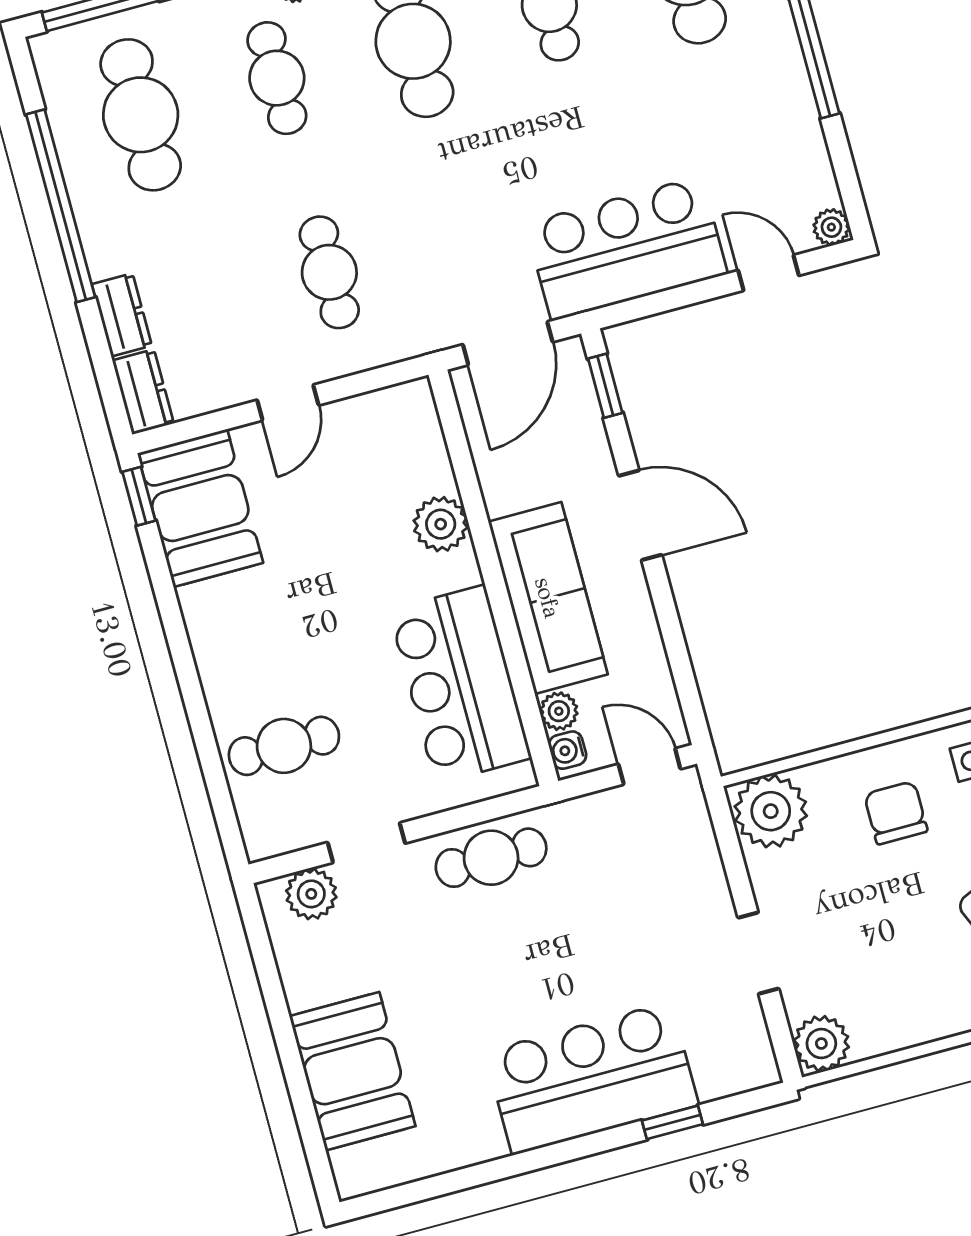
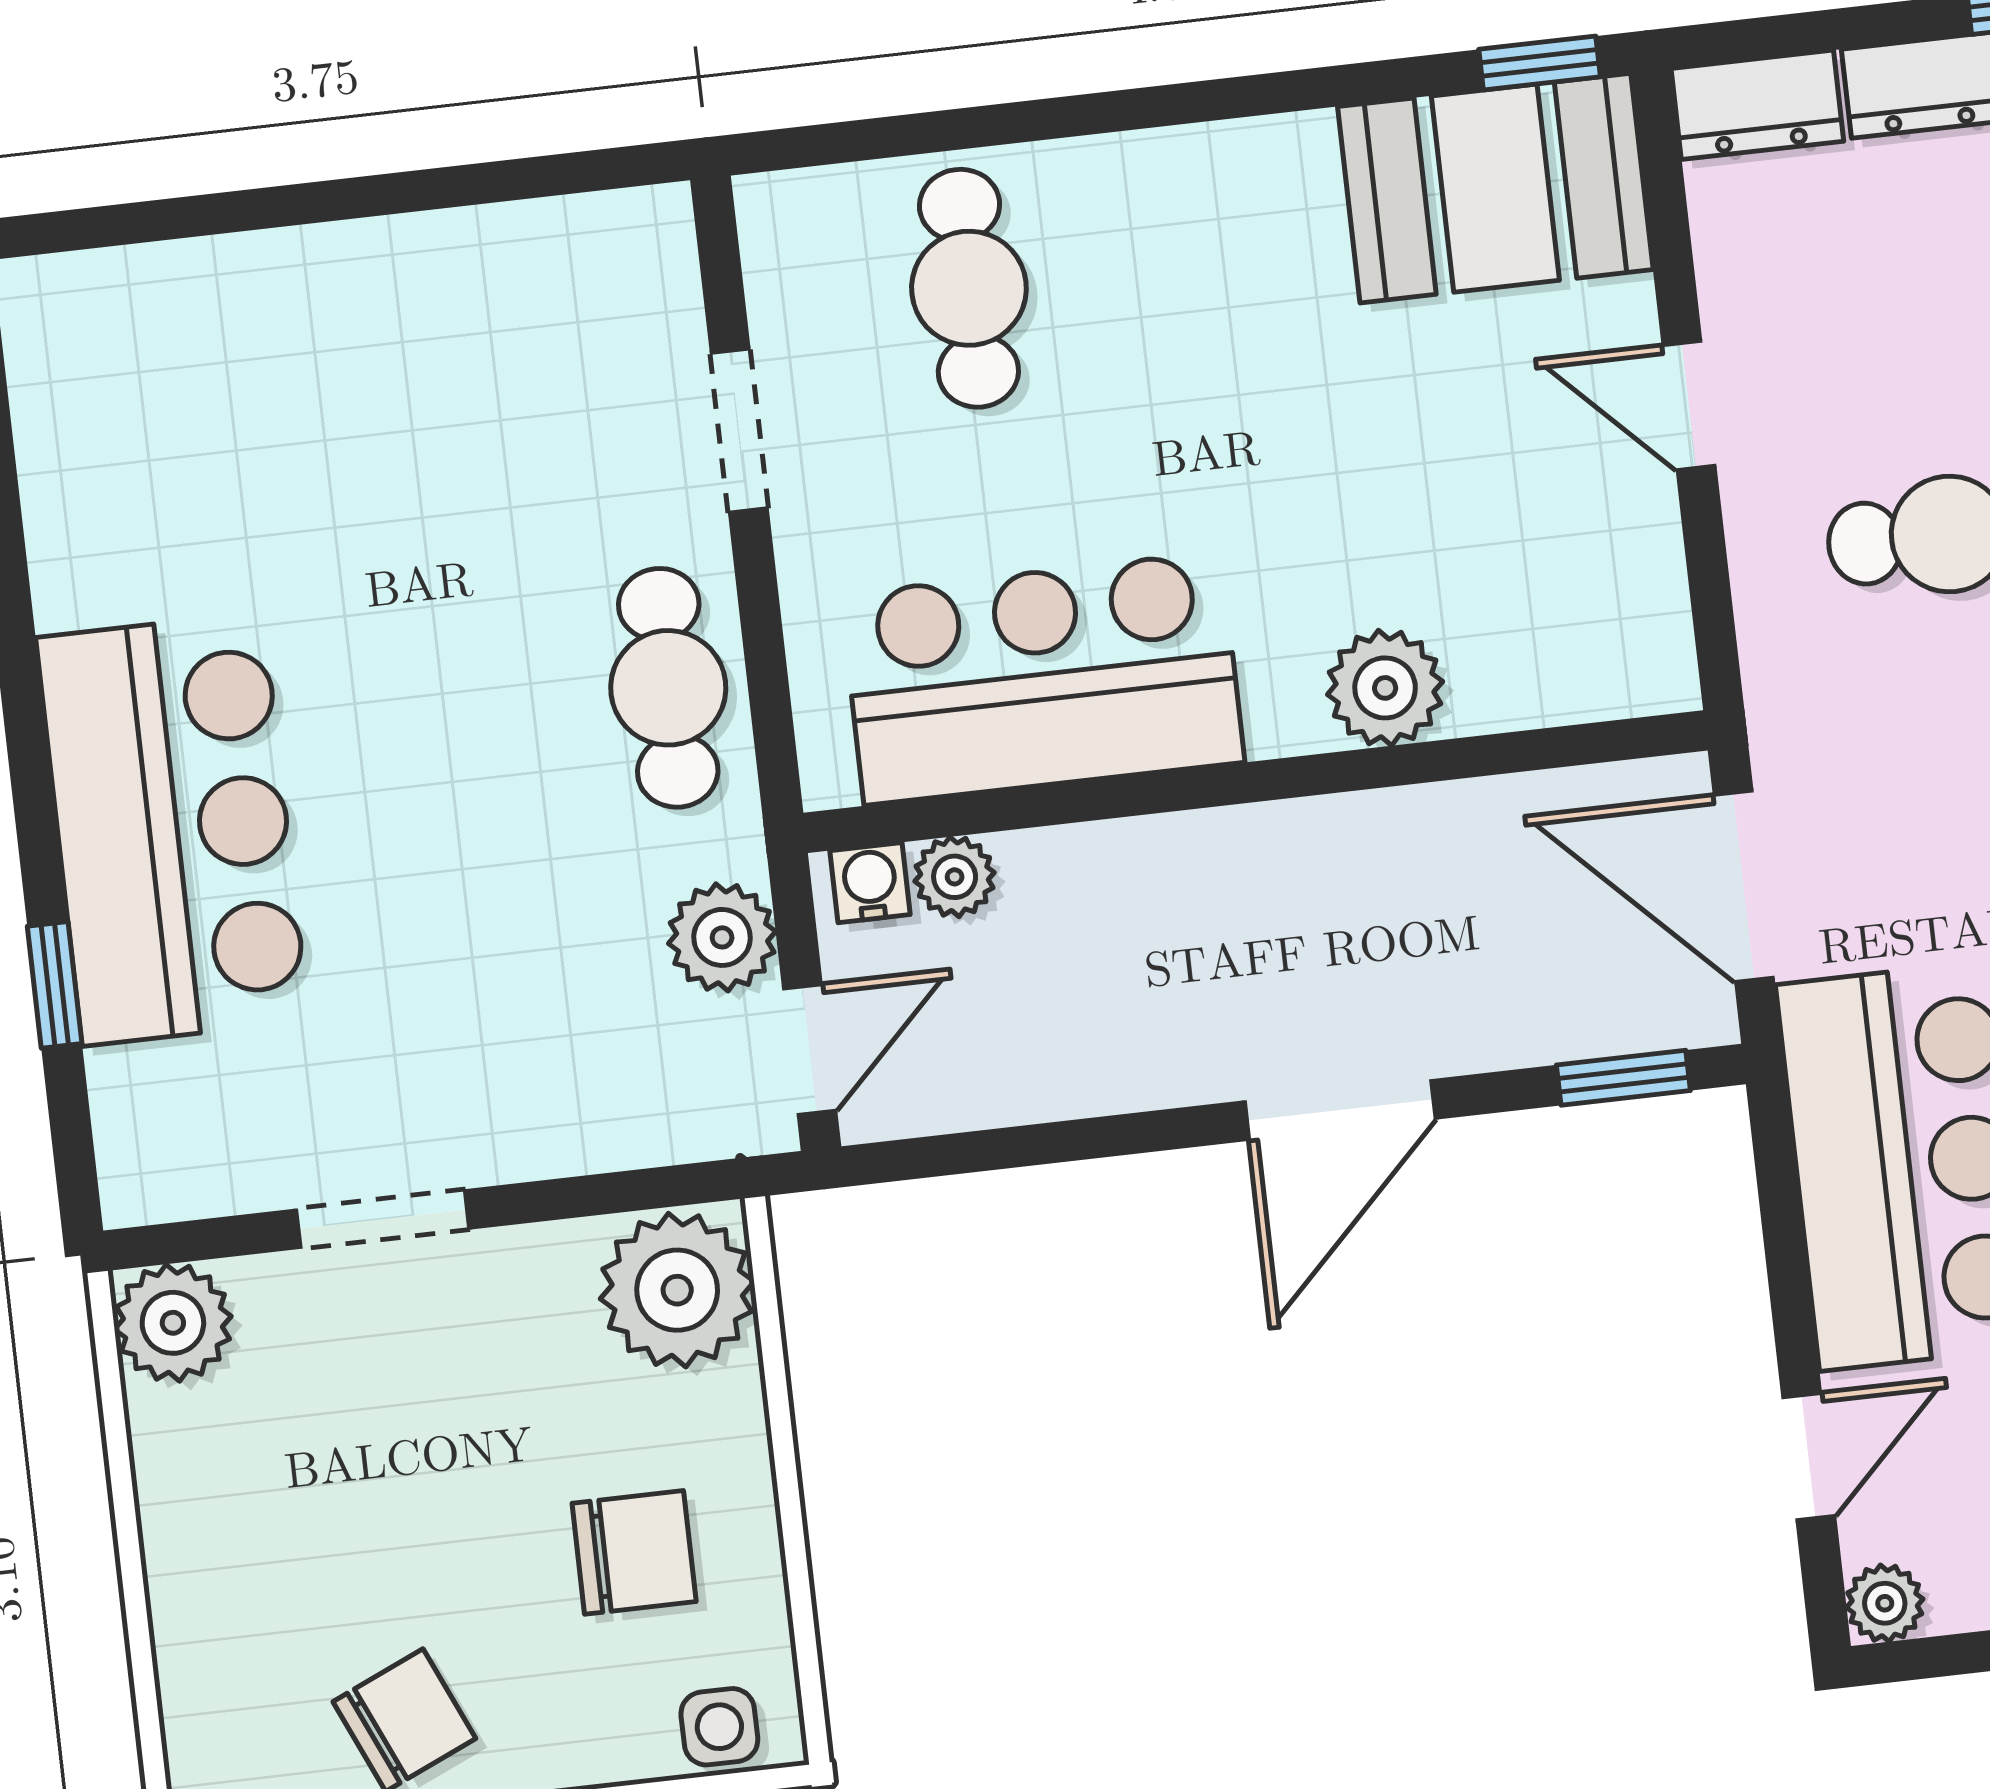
sofa: (548, 598) -> (1196, 890), removed
plant: (311, 894) -> (722, 937), moved
booth: (352, 1071) -> (264, 329), removed

